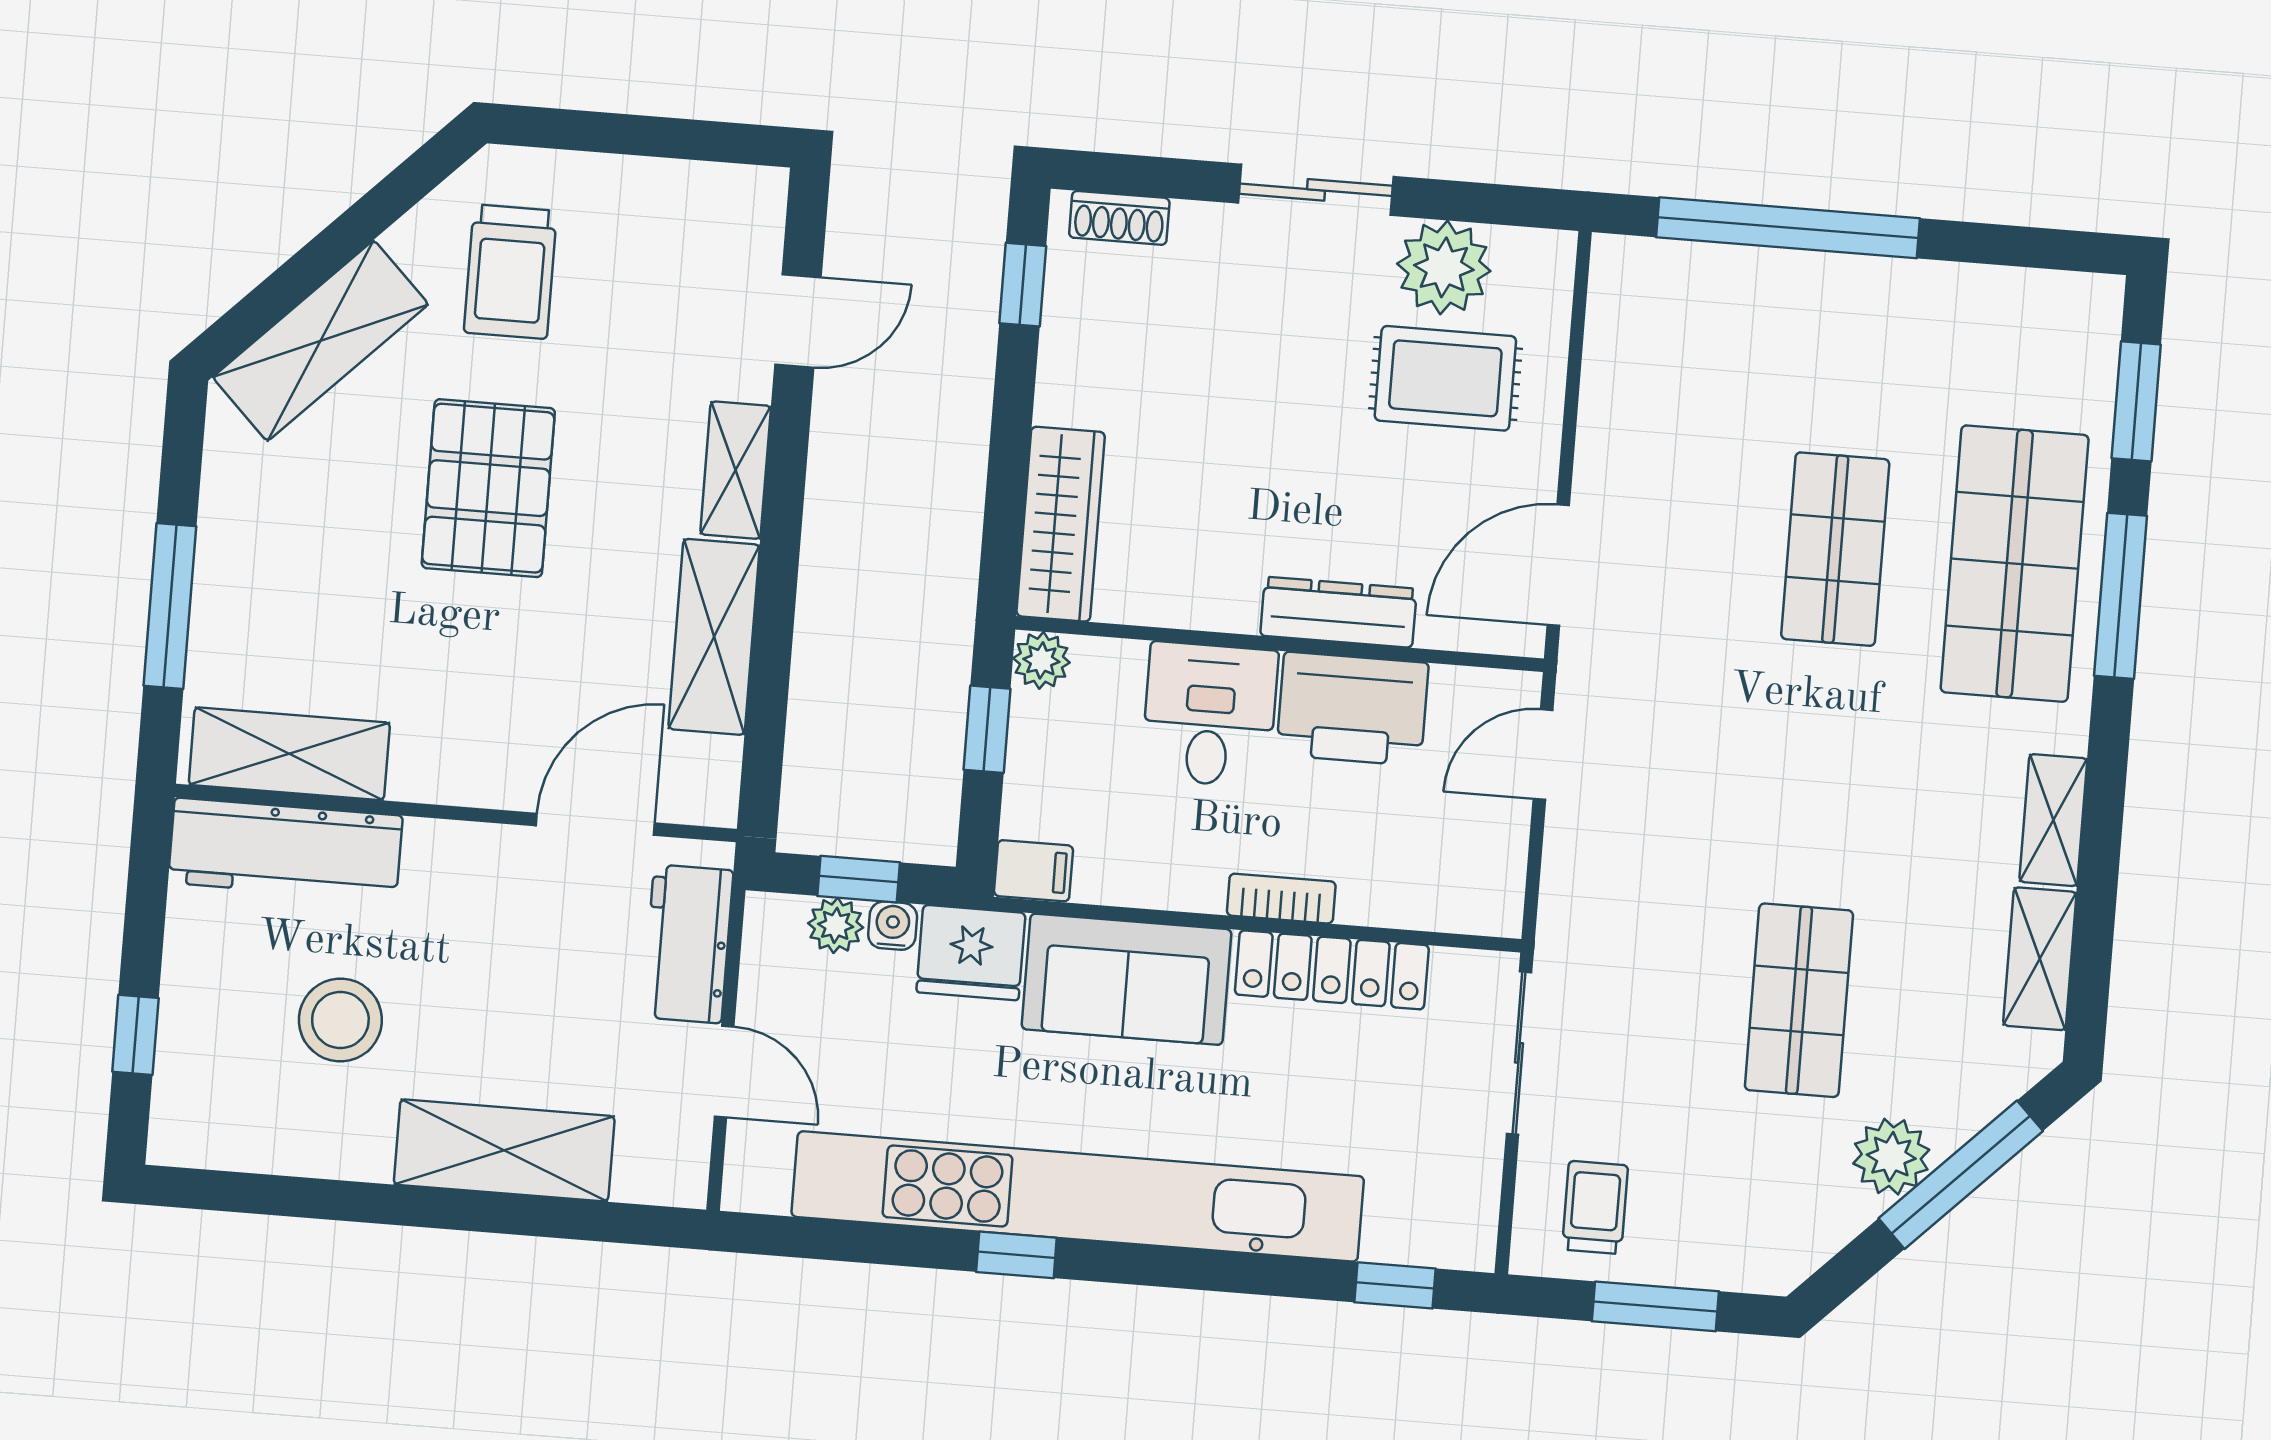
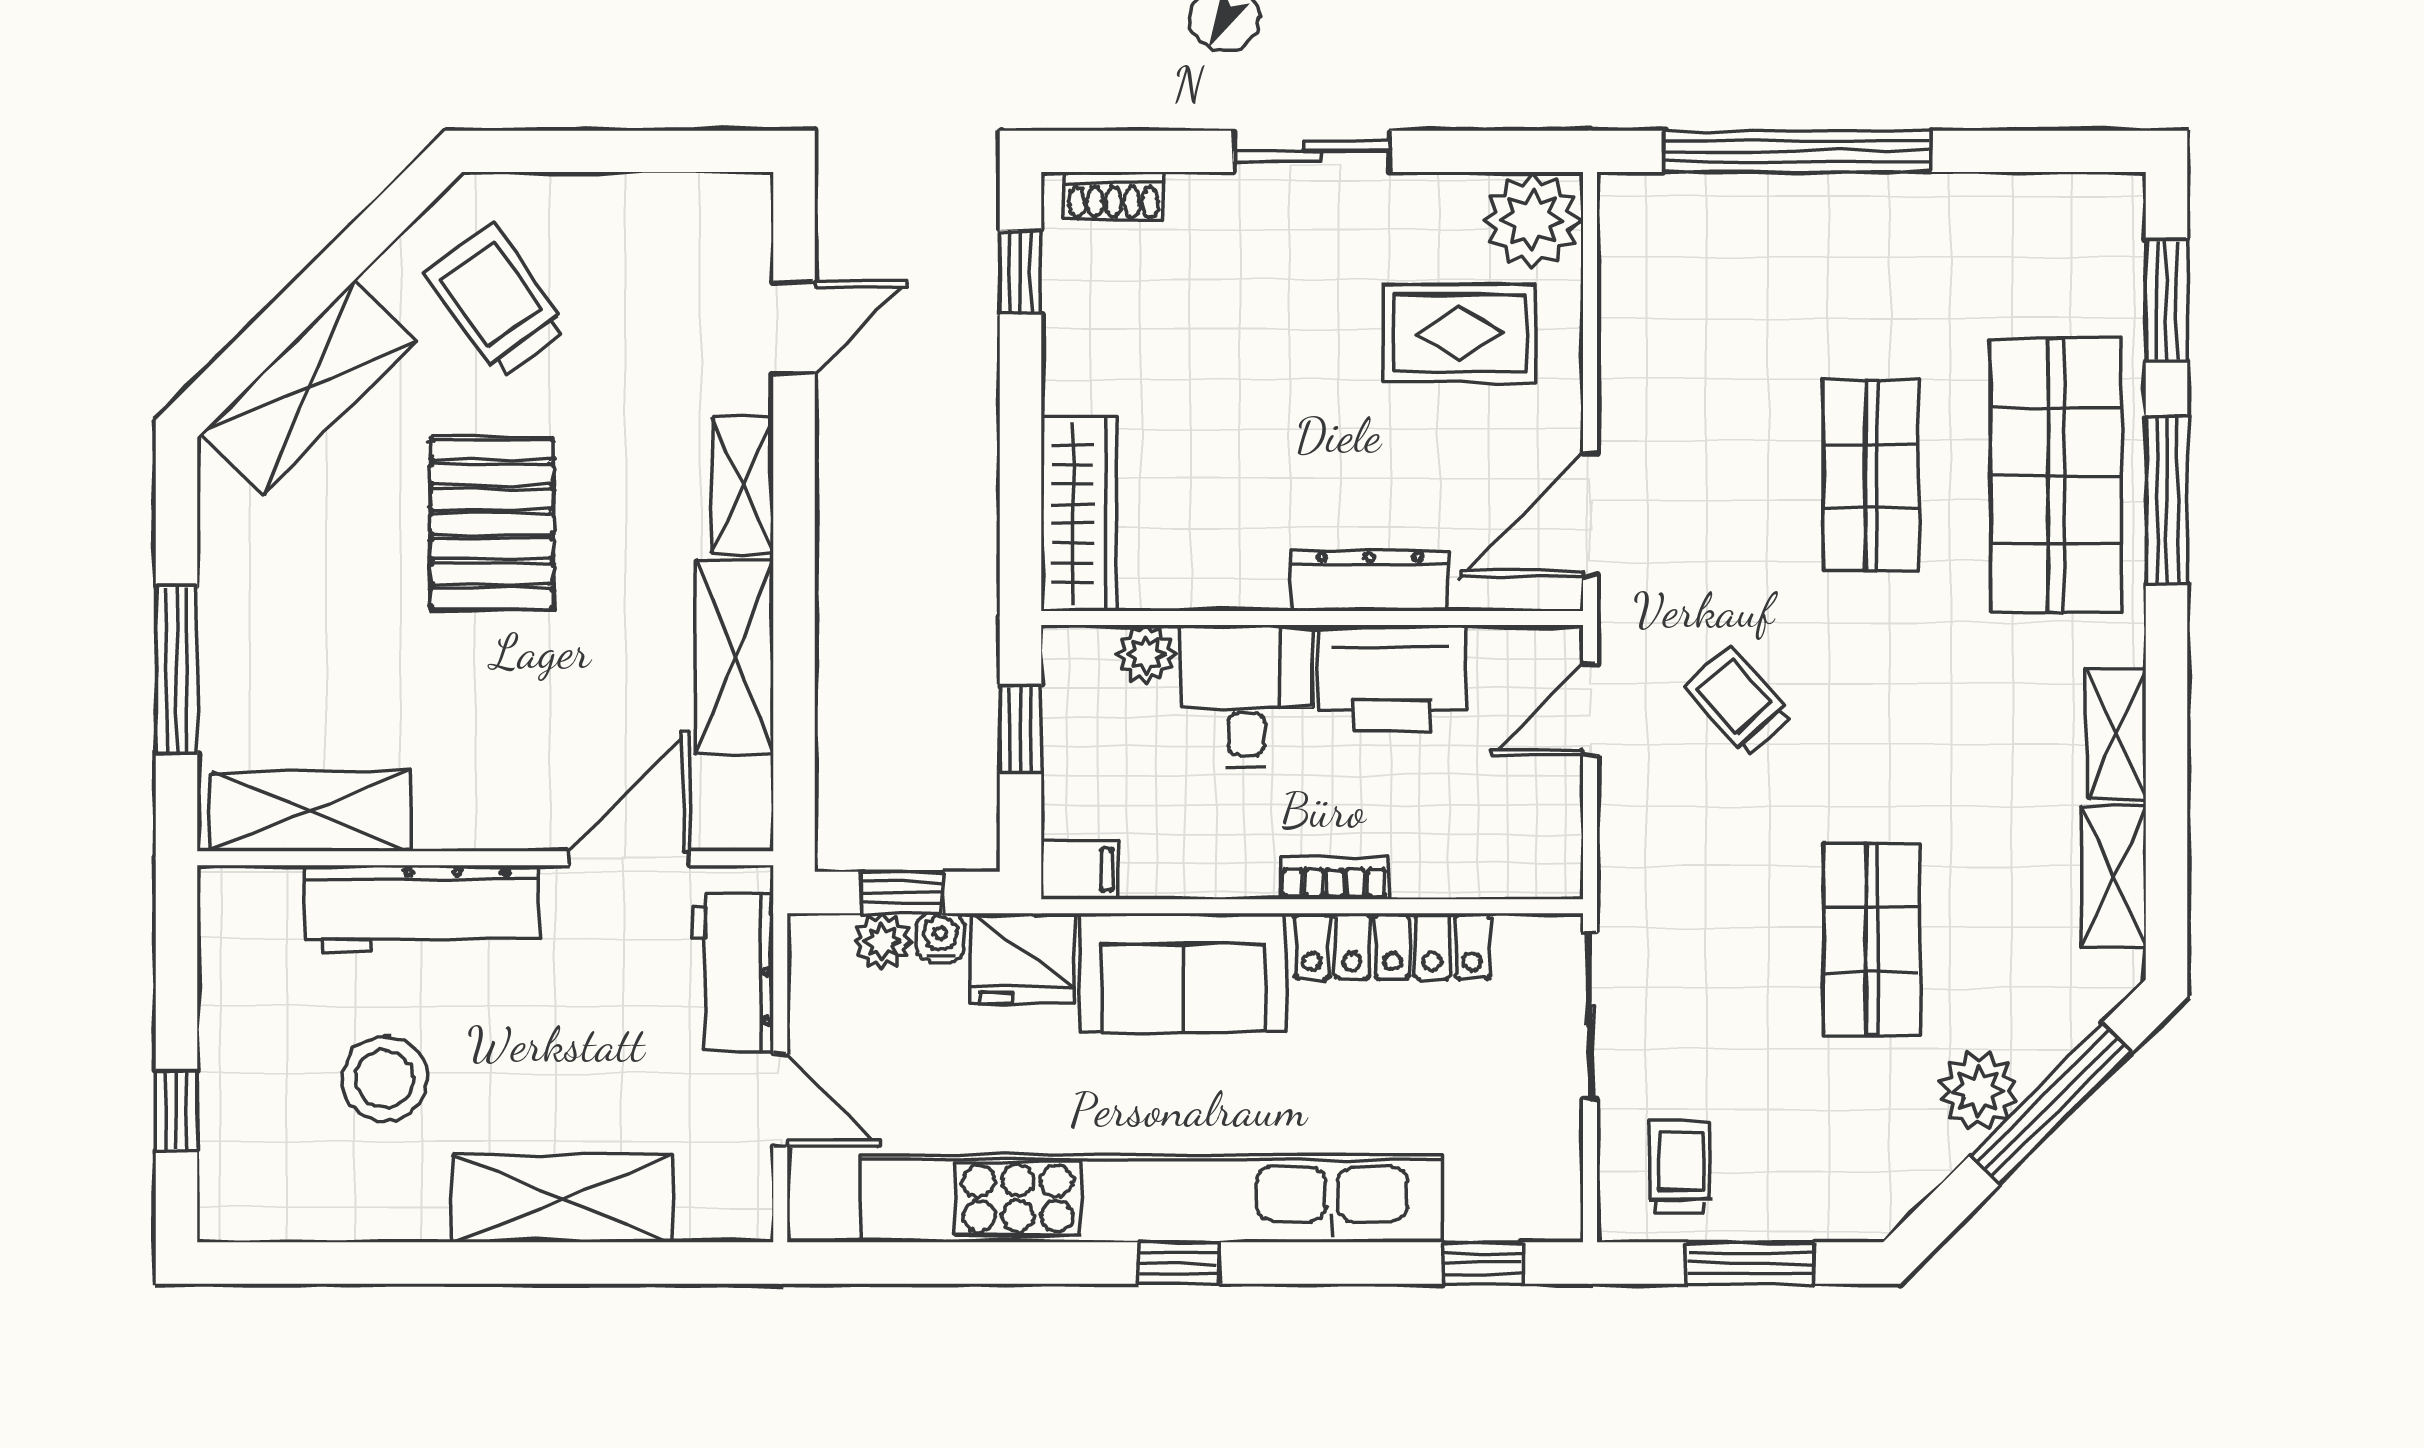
plant: (1444, 267) -> (1532, 220), moved
trolley: (510, 272) -> (496, 301), turned 145
plant: (1041, 660) -> (1146, 654), moved
trolley: (1688, 758) -> (1739, 701), added
workbench: (285, 849) -> (422, 909), moved
window: (1016, 1255) -> (1179, 1263), moved

